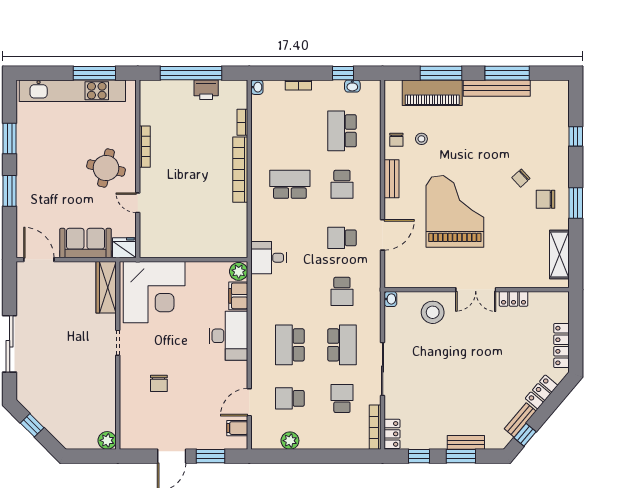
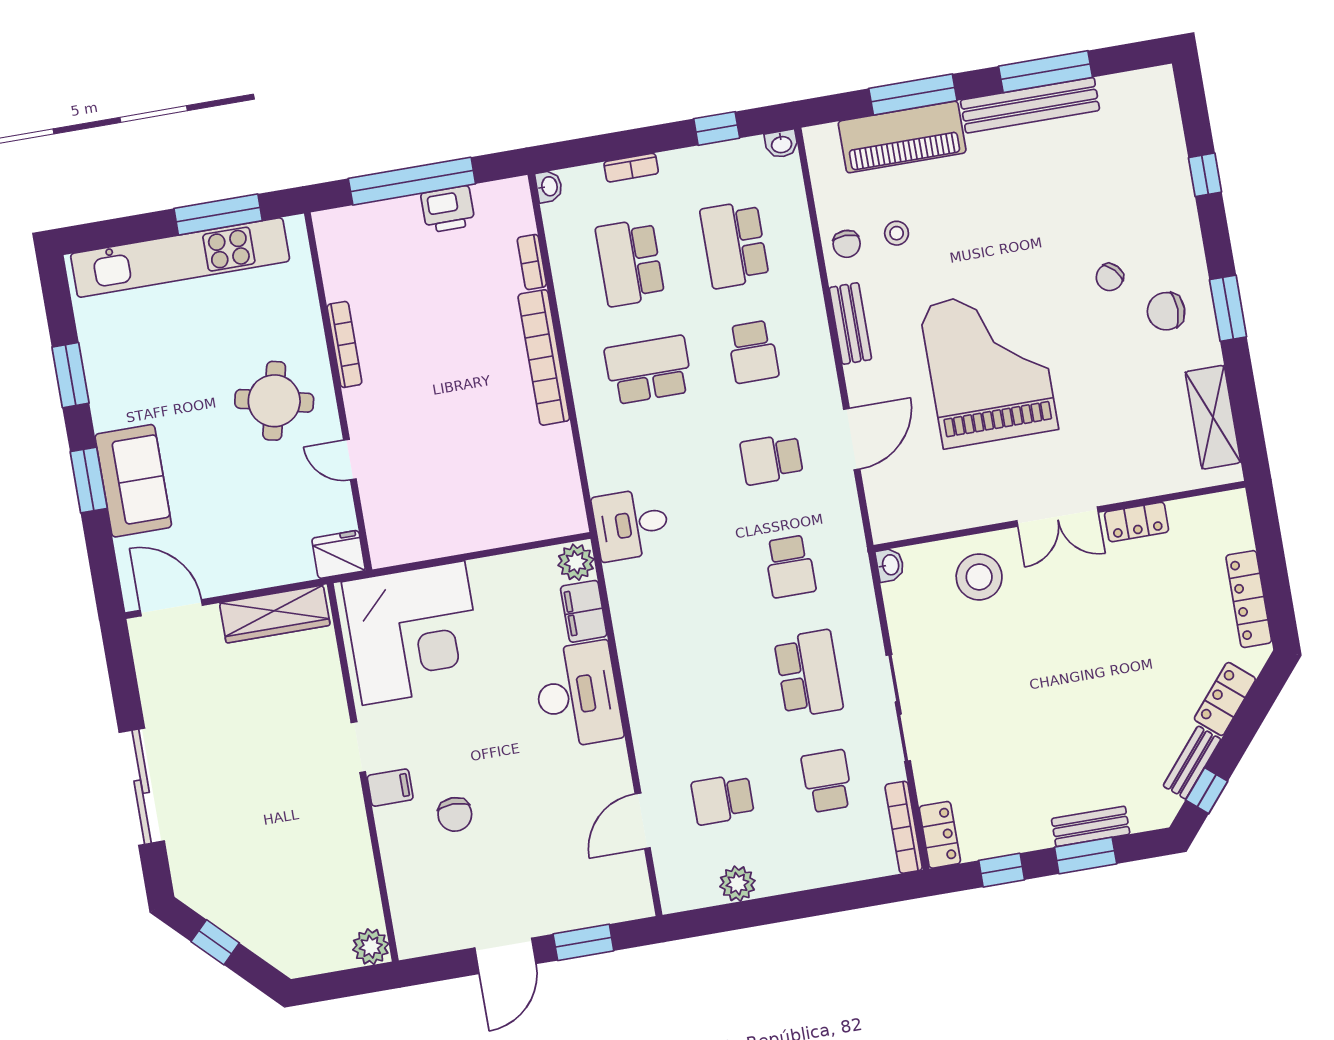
washbasin: (352, 86) -> (781, 144), moved
sofa: (85, 243) -> (133, 481), moved, turned 90
wardrobe: (106, 287) -> (275, 614), moved, turned -90
school desk: (290, 345) -> (630, 263), moved
filing cabinet: (237, 428) -> (390, 788), moved, turned 180

